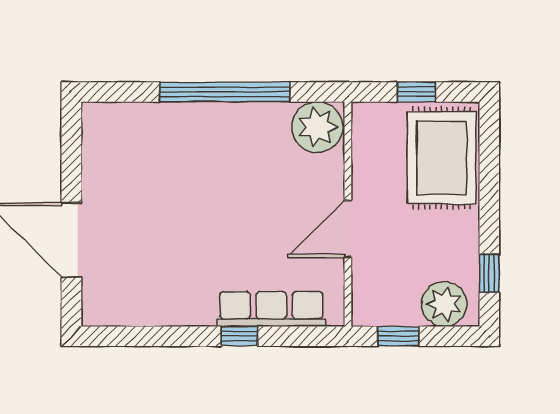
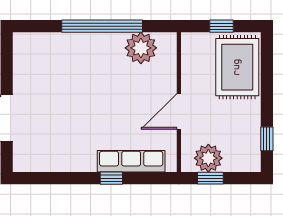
plant: (317, 127) -> (141, 48), moved
plant: (444, 304) -> (208, 158), moved

